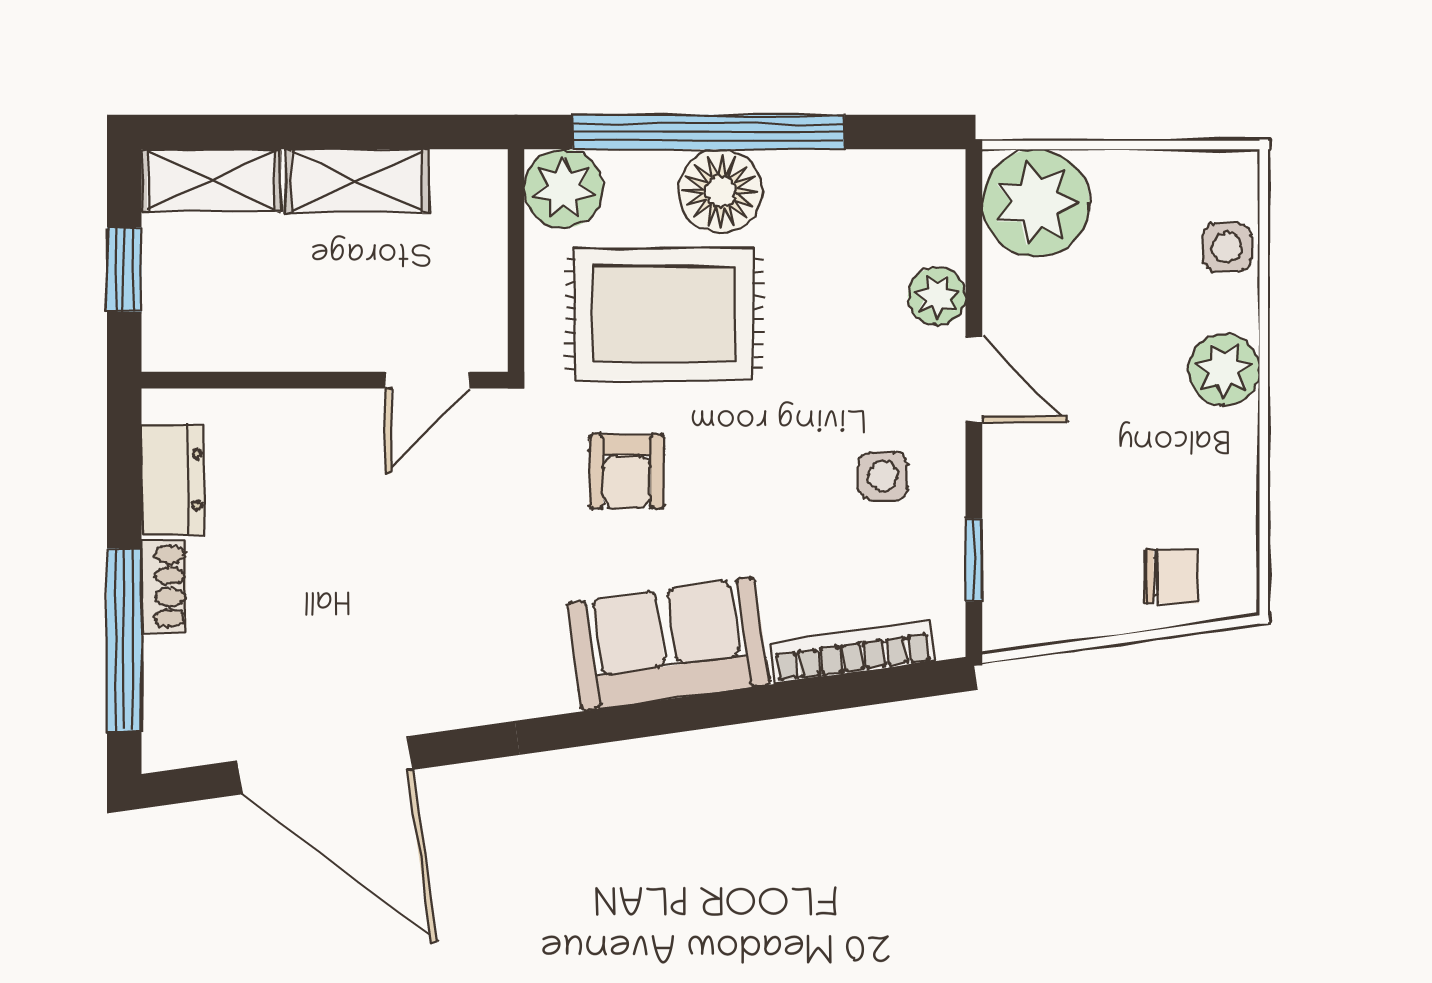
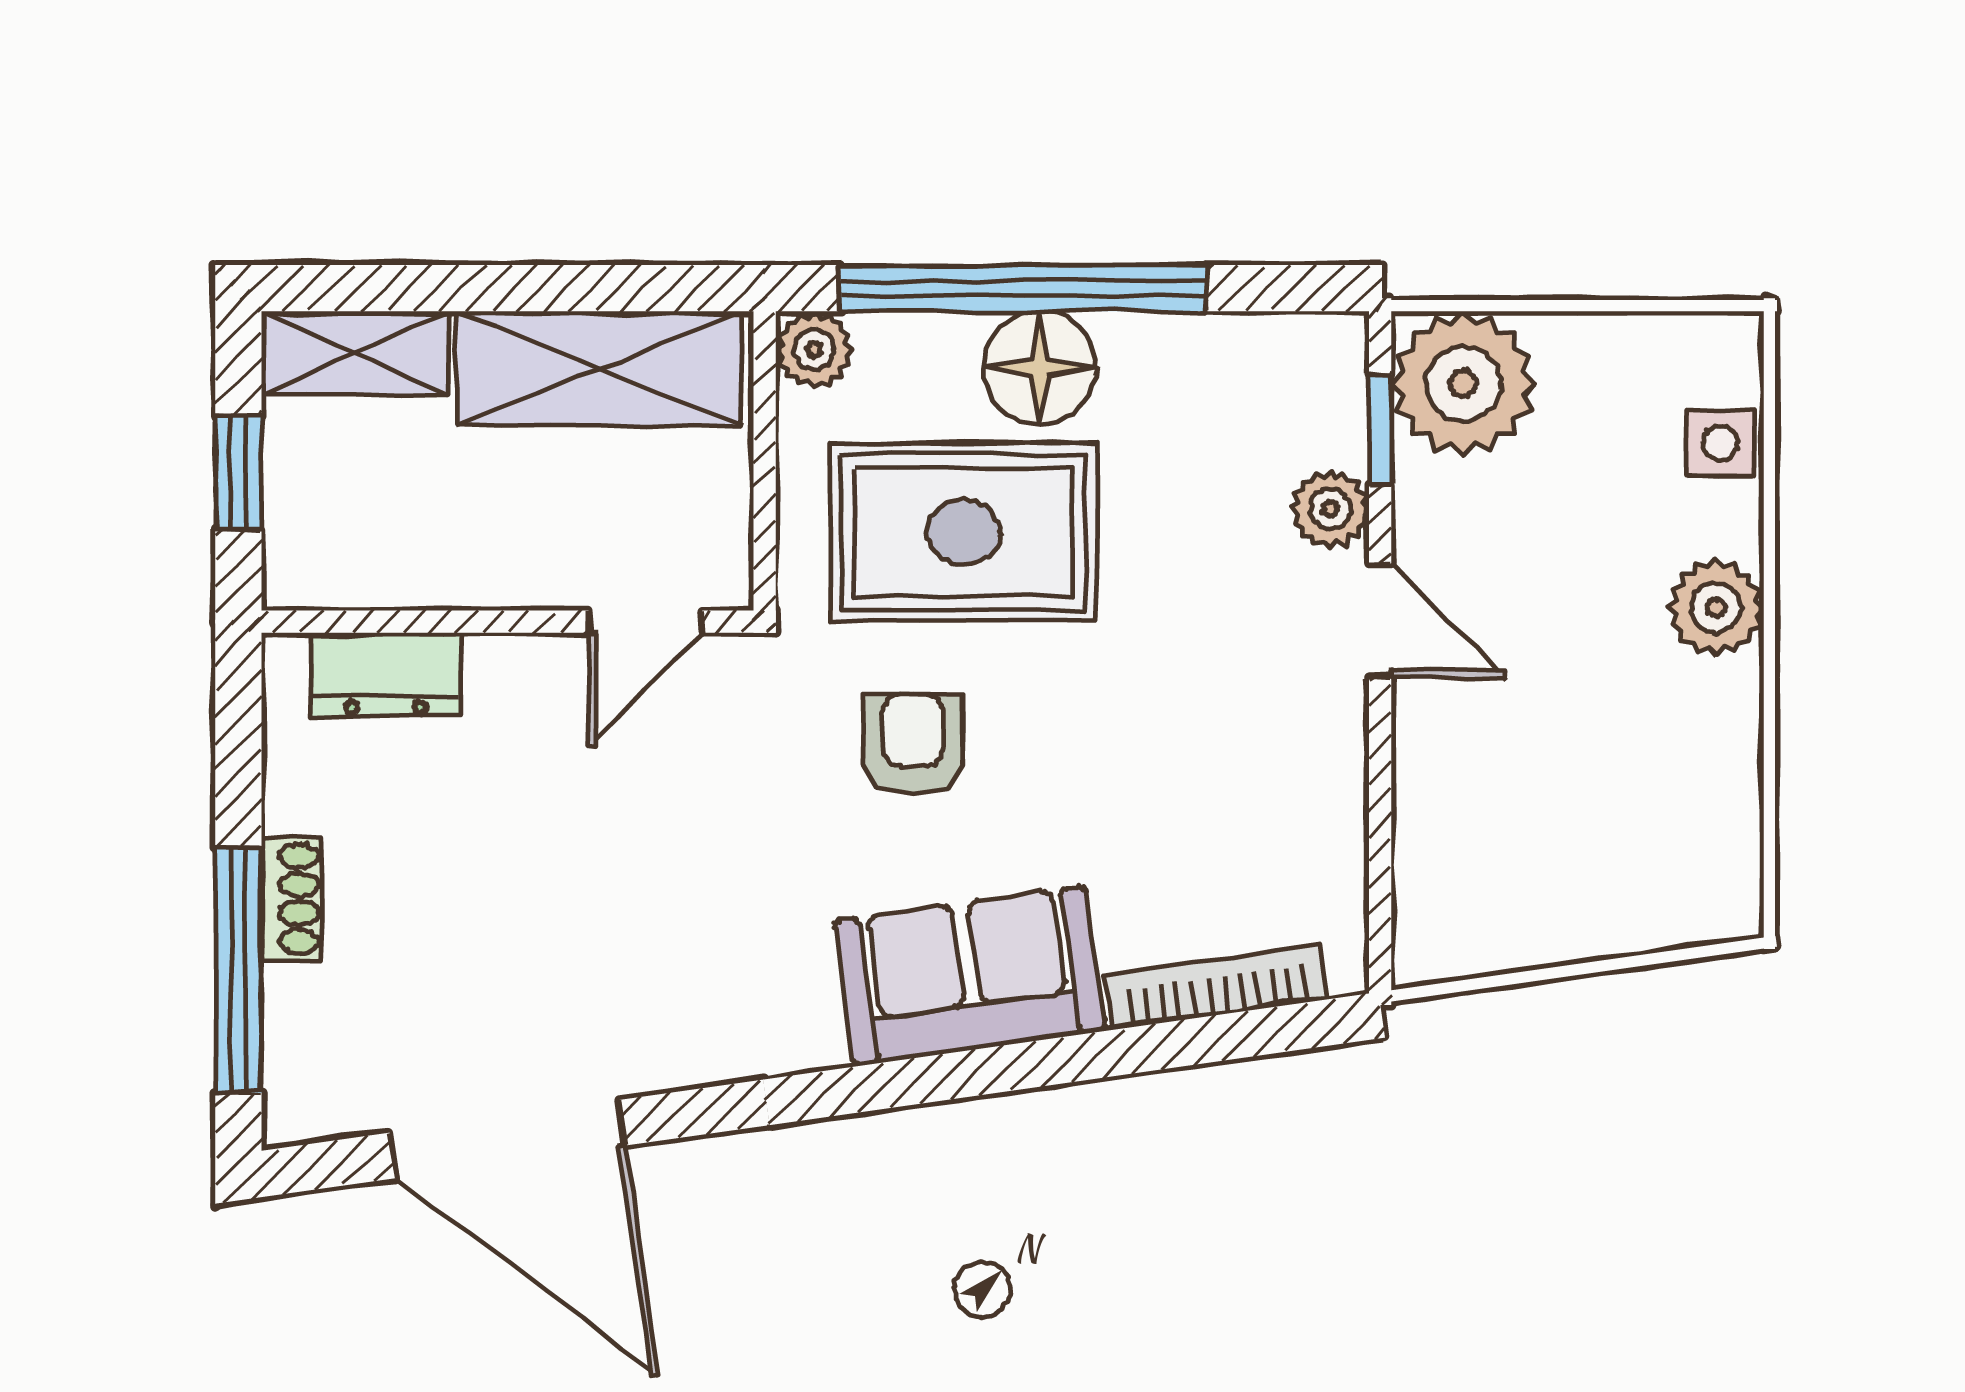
shelving: (357, 181) -> (599, 368), width x1.50, depth x1.33
plant: (564, 189) -> (814, 350), width x0.73, depth x0.73
armchair: (627, 471) -> (913, 744), turned 180
side table: (883, 476) -> (1257, 750), removed
dresser: (173, 480) -> (386, 674), moved, turned 90
window: (974, 560) -> (1380, 430), moved
chair: (1172, 576) -> (1646, 885), removed

